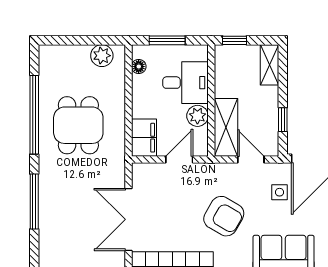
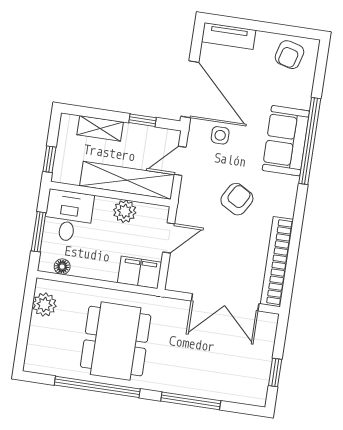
shelving: (269, 65) -> (100, 128), moved
desk: (186, 83) -> (69, 216), moved
dining table: (78, 125) -> (116, 341), width x1.37
shelving: (226, 127) -> (127, 180), width x1.47
door: (179, 159) -> (169, 238), swing flipped
armchair: (224, 216) -> (237, 199), width x0.72, depth x0.72

